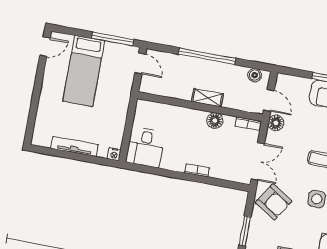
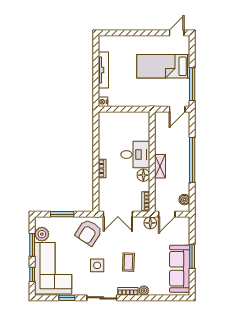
door: (45, 47) -> (177, 33), swing flipped
desk: (145, 147) -> (135, 155), moved, turned 180

